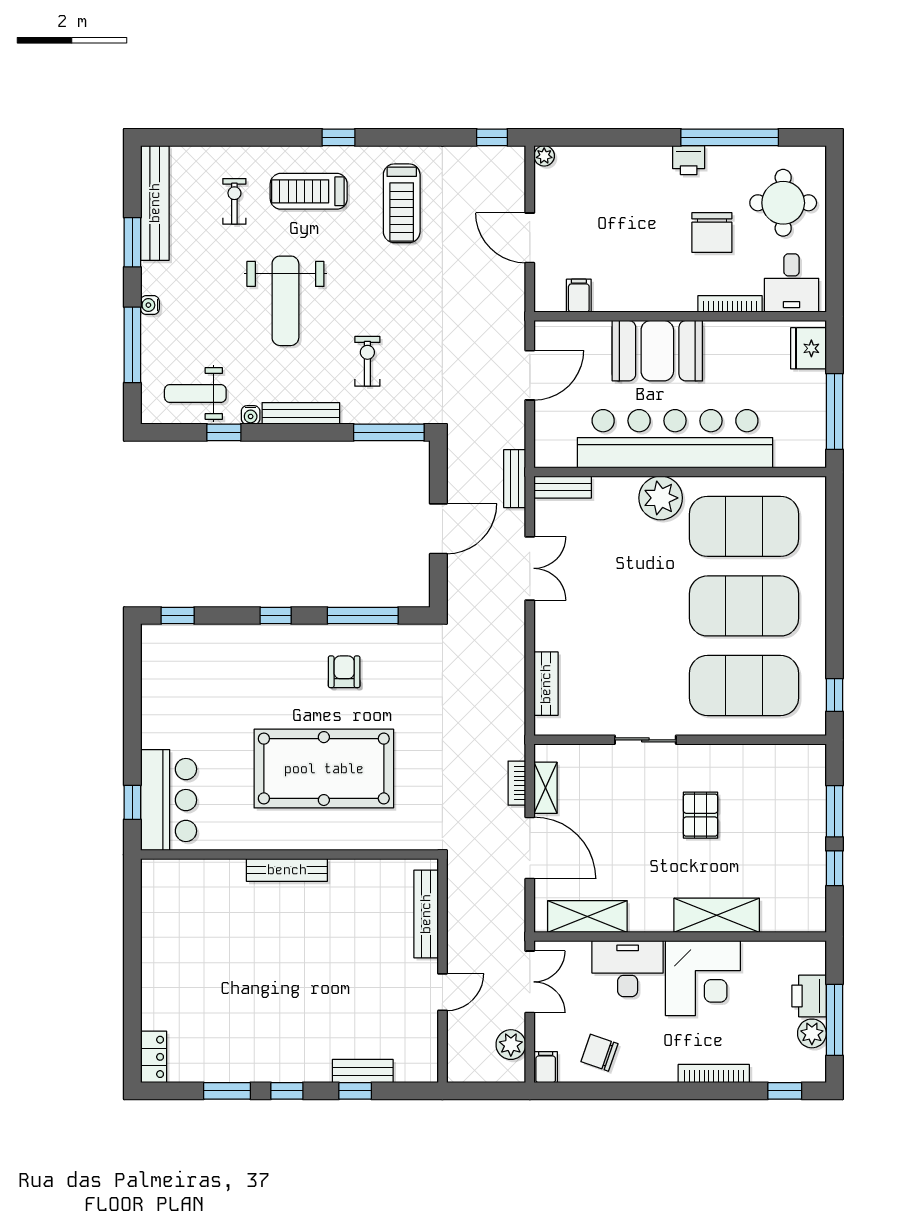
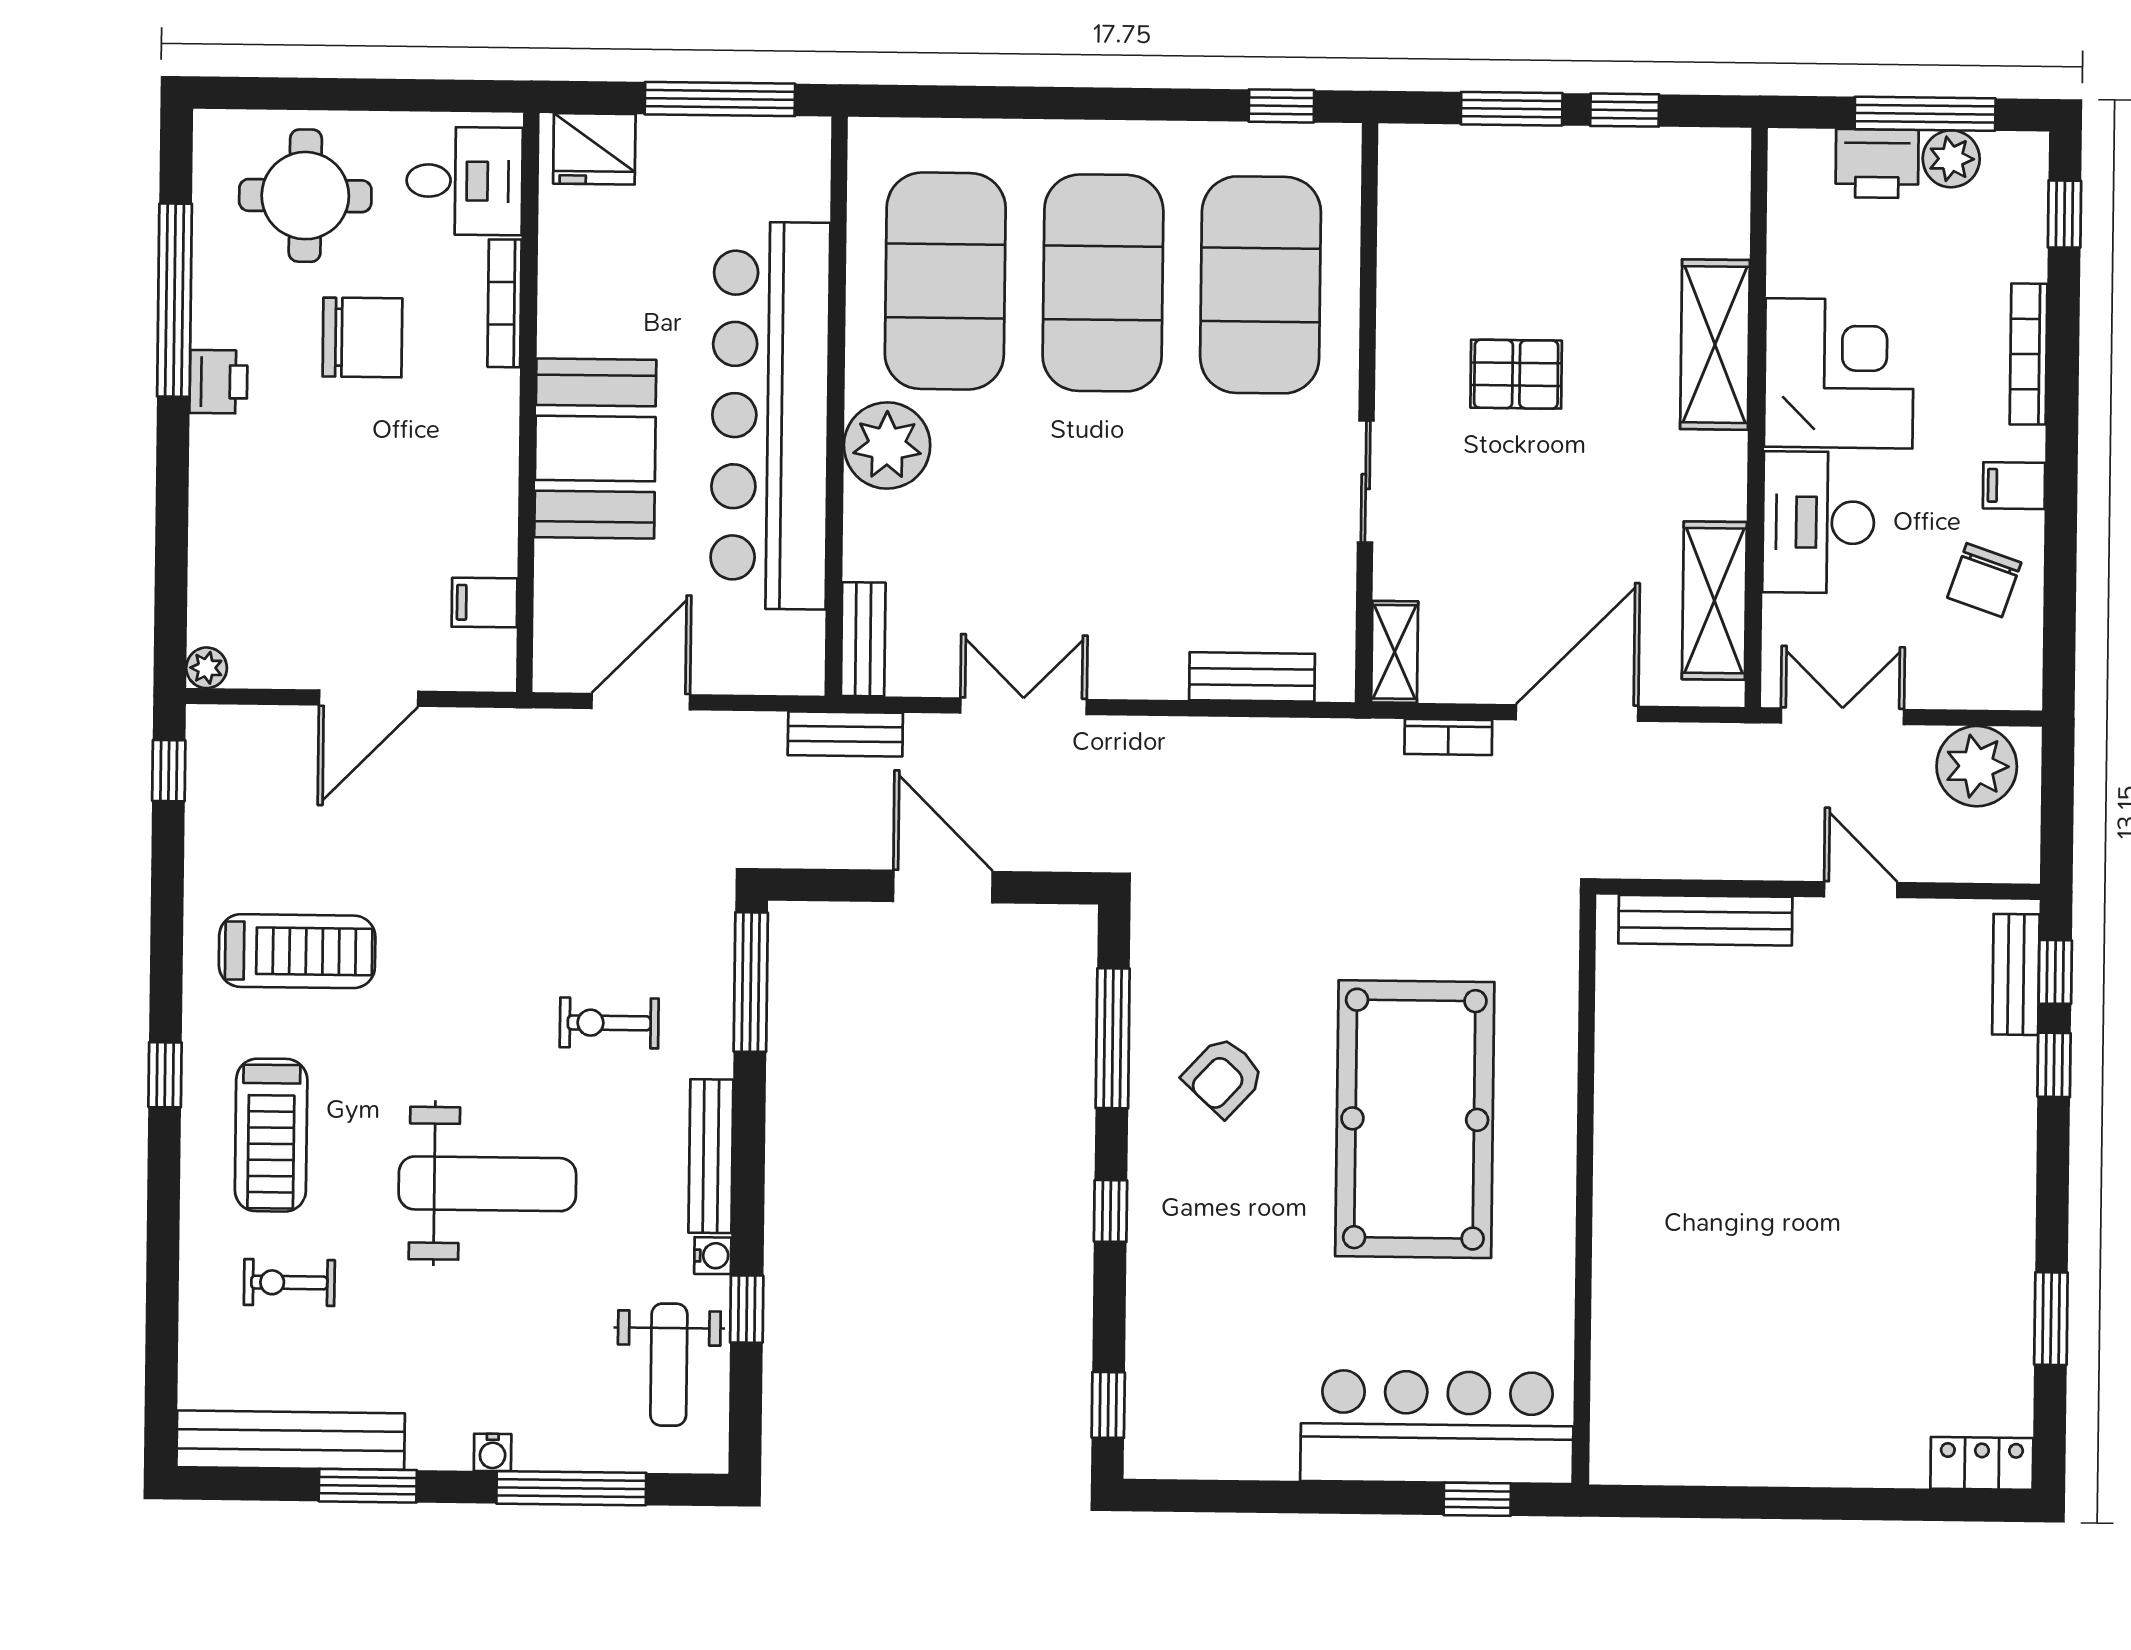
door: (530, 375) -> (641, 702), hinge flipped
armchair: (344, 672) -> (1224, 1077), turned -47
shelving: (545, 788) -> (1395, 652), moved, turned 90
bar counter: (169, 800) -> (1437, 1427), width x1.36
bench: (287, 870) -> (1615, 1195), removed
plant: (511, 1045) -> (1977, 766), width x1.36, depth x1.36
filing cabinet: (546, 1067) -> (2014, 486), moved
bench: (363, 1071) -> (2016, 974), moved
window: (287, 1091) -> (2055, 972), moved

